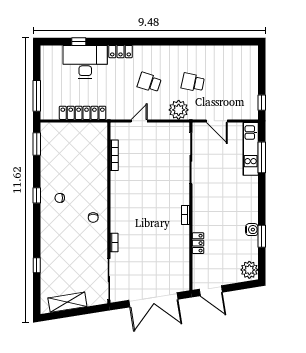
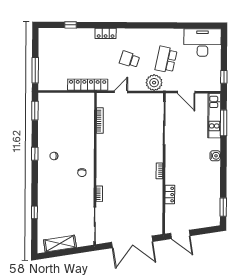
desk: (85, 62) -> (202, 43), moved
school desk: (193, 82) -> (166, 60), width x1.85
locker: (83, 113) -> (88, 85), moved
water cooler: (252, 230) -> (215, 156), moved
window: (262, 236) -> (223, 207), moved
plant: (249, 270) -> (213, 217), removed

